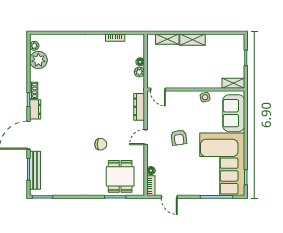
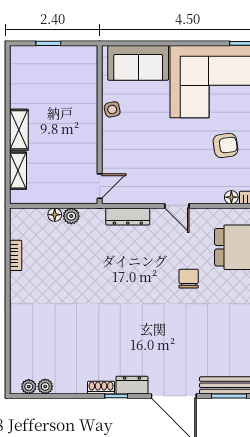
plant: (38, 60) -> (45, 386), width x0.53, depth x0.53
shelving: (233, 83) -> (89, 64), removed
armchair: (179, 138) -> (225, 145), moved

